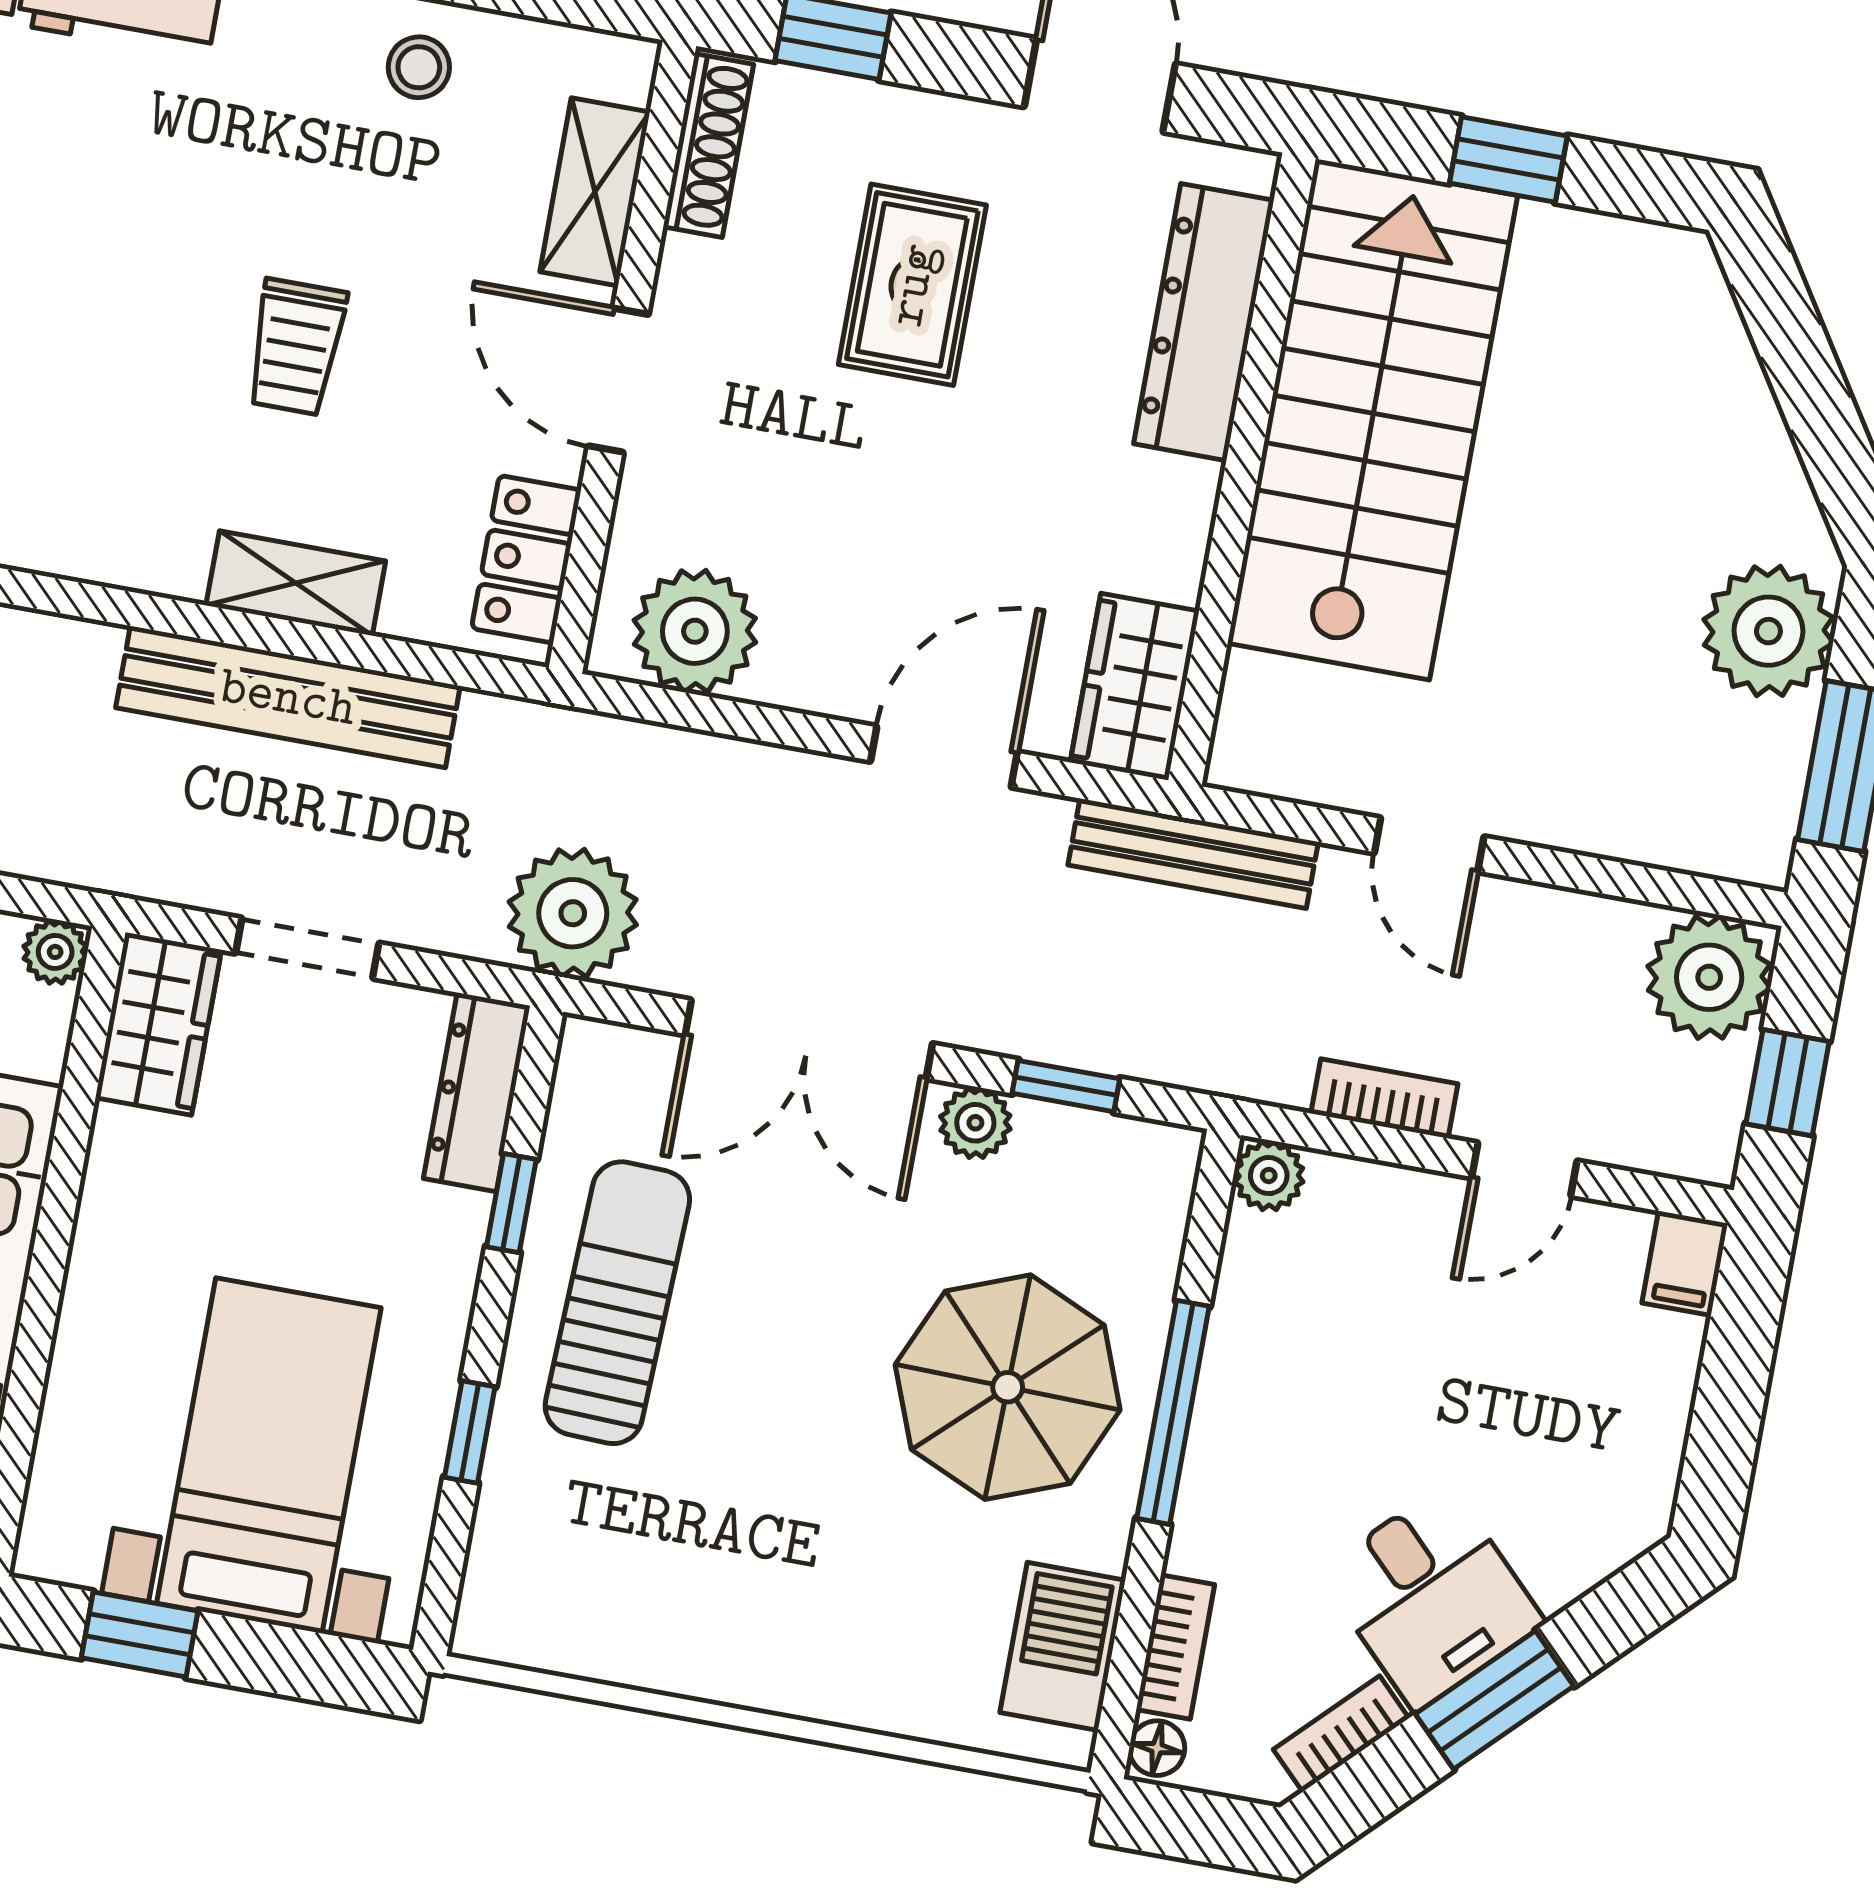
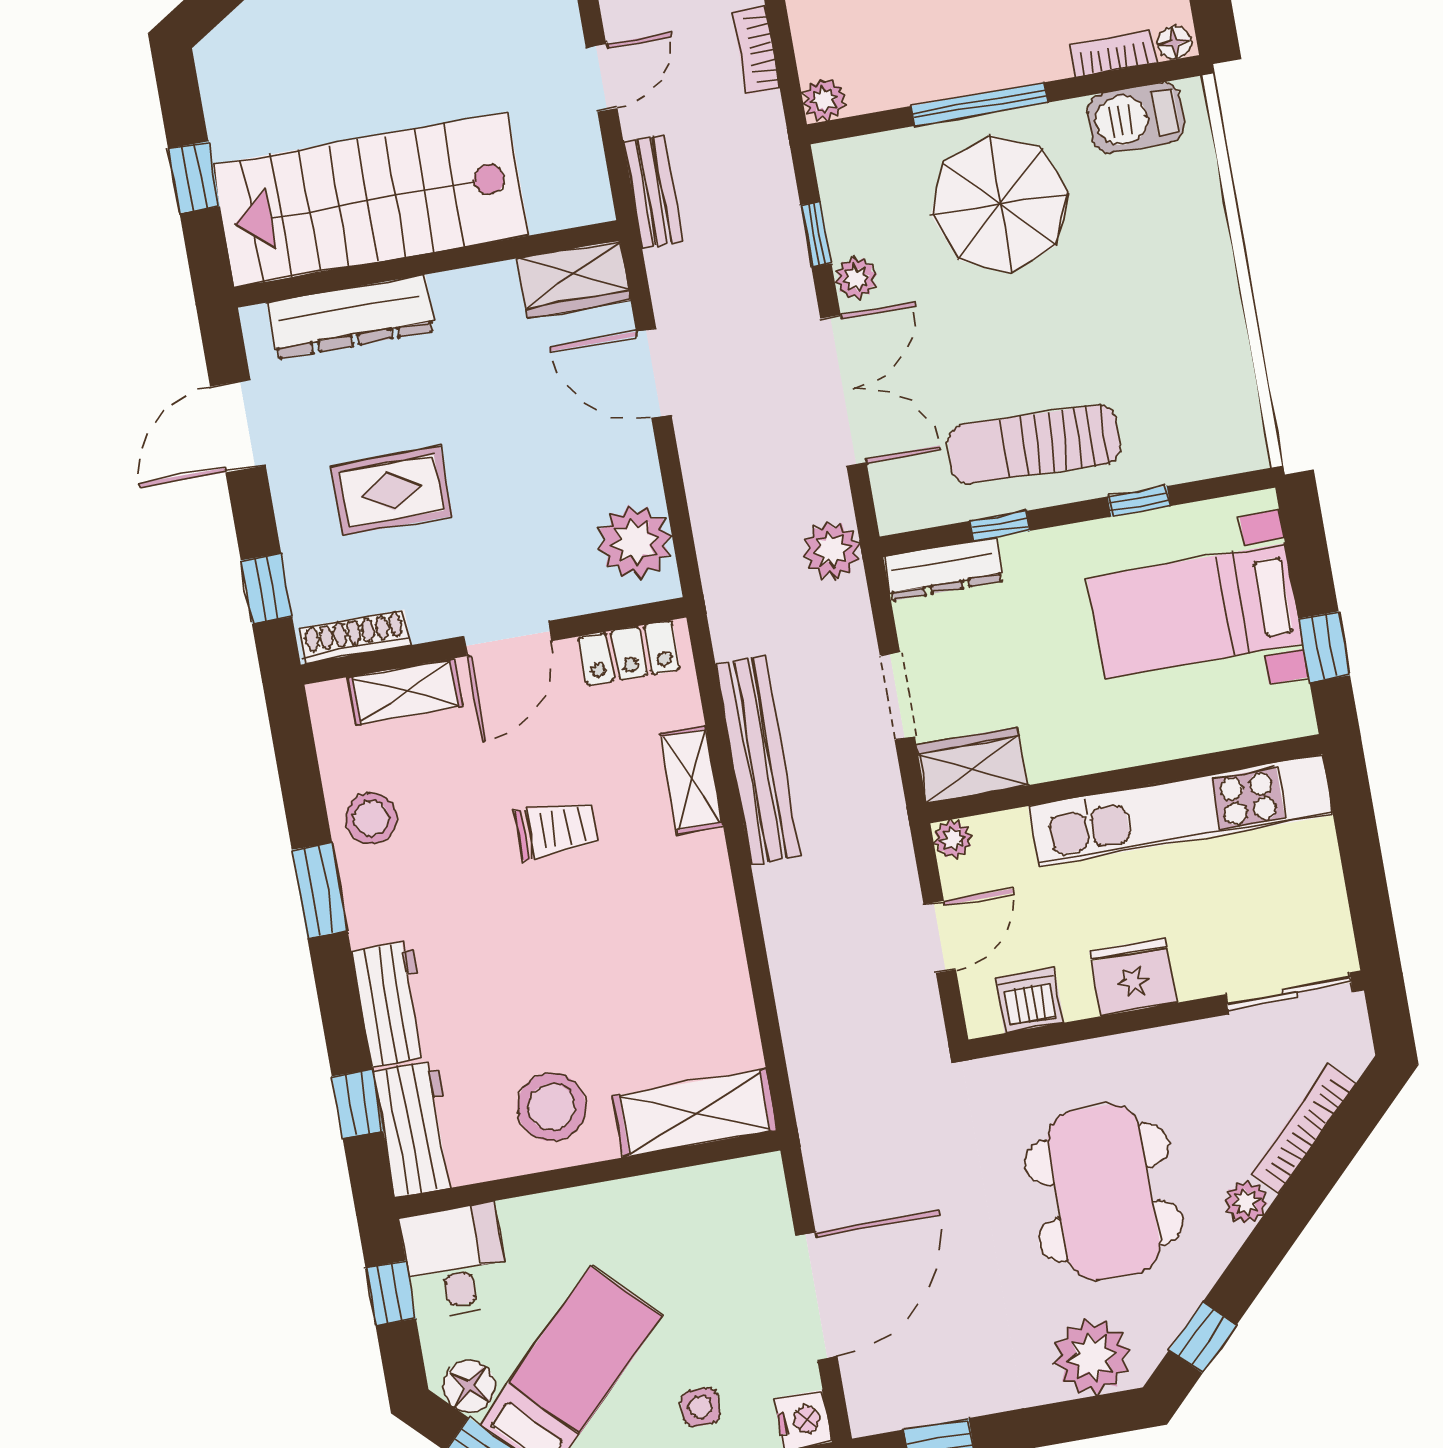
stool: (419, 67) -> (371, 818), width x1.37, depth x1.37
bench: (1193, 853) -> (653, 191), width x0.73
plant: (573, 913) -> (832, 550), width x0.73, depth x0.73

